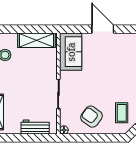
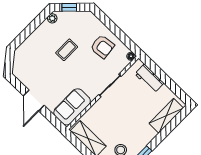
coffee table: (122, 113) -> (67, 50), moved
armchair: (92, 117) -> (102, 47), turned -43

